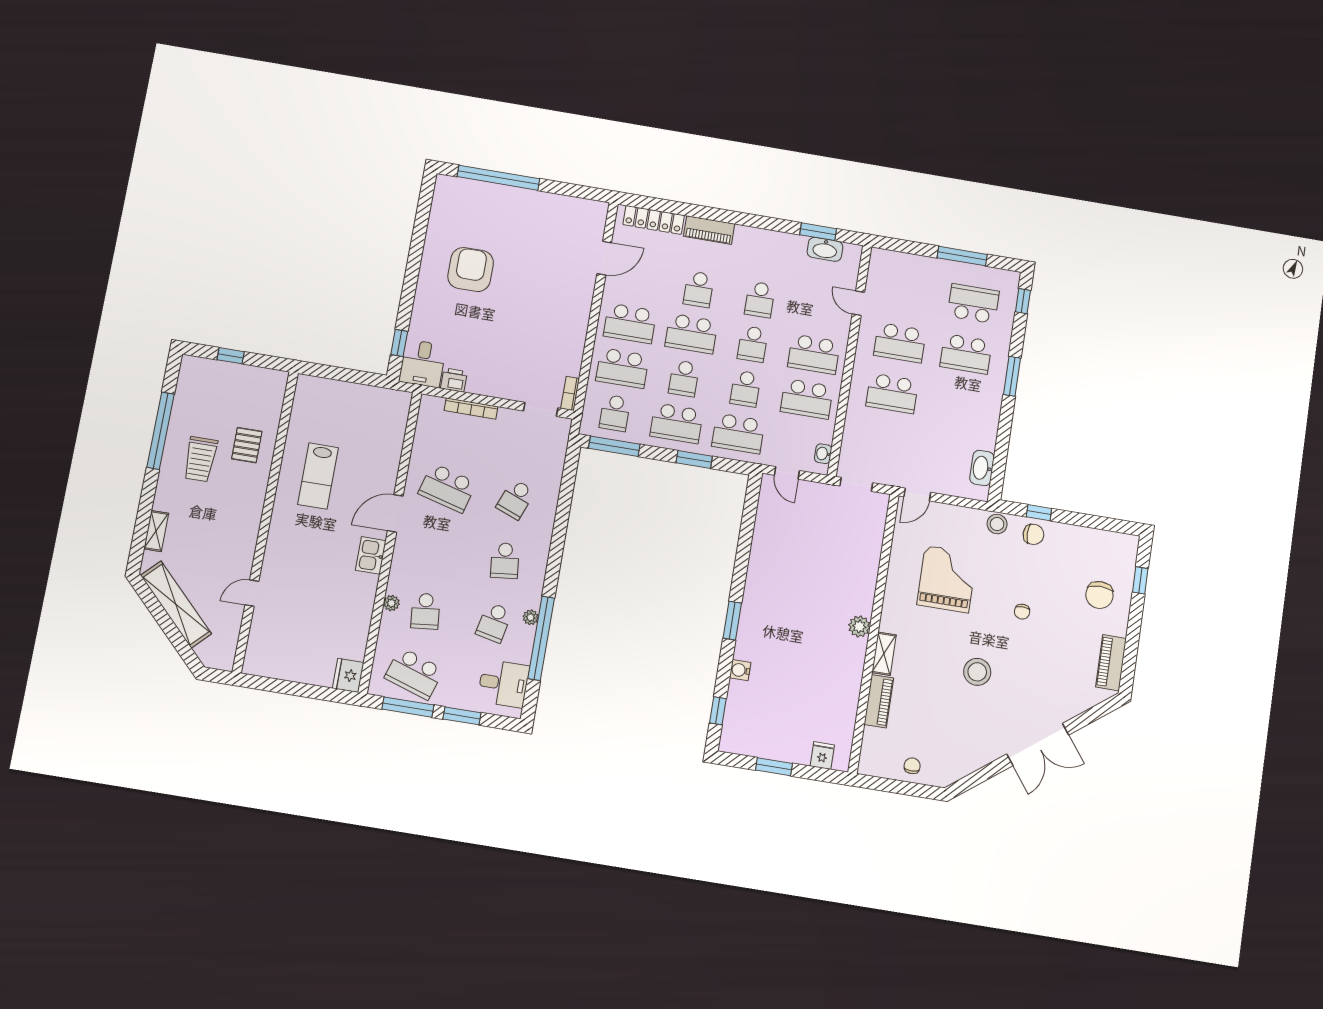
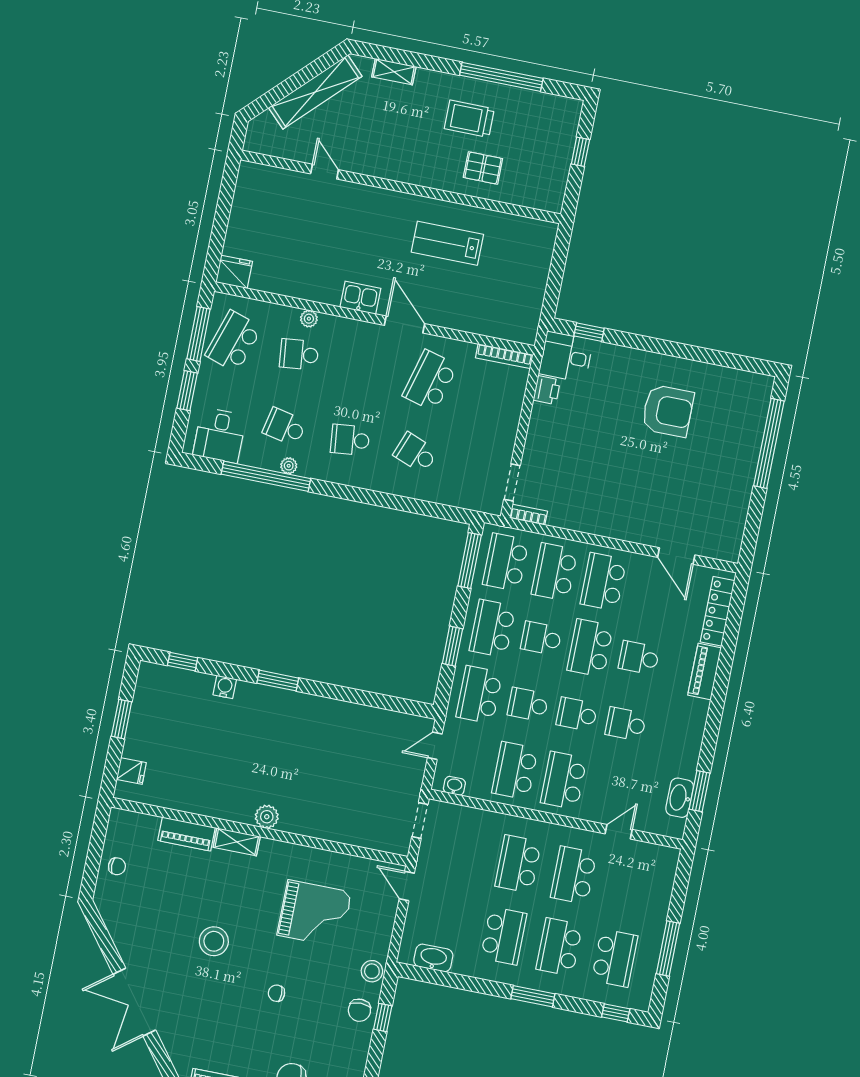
school desk: (958, 404) -> (504, 936), added
bookcase: (471, 409) -> (504, 356), moved, turned -90
school desk: (615, 413) -> (506, 562), width x1.85

